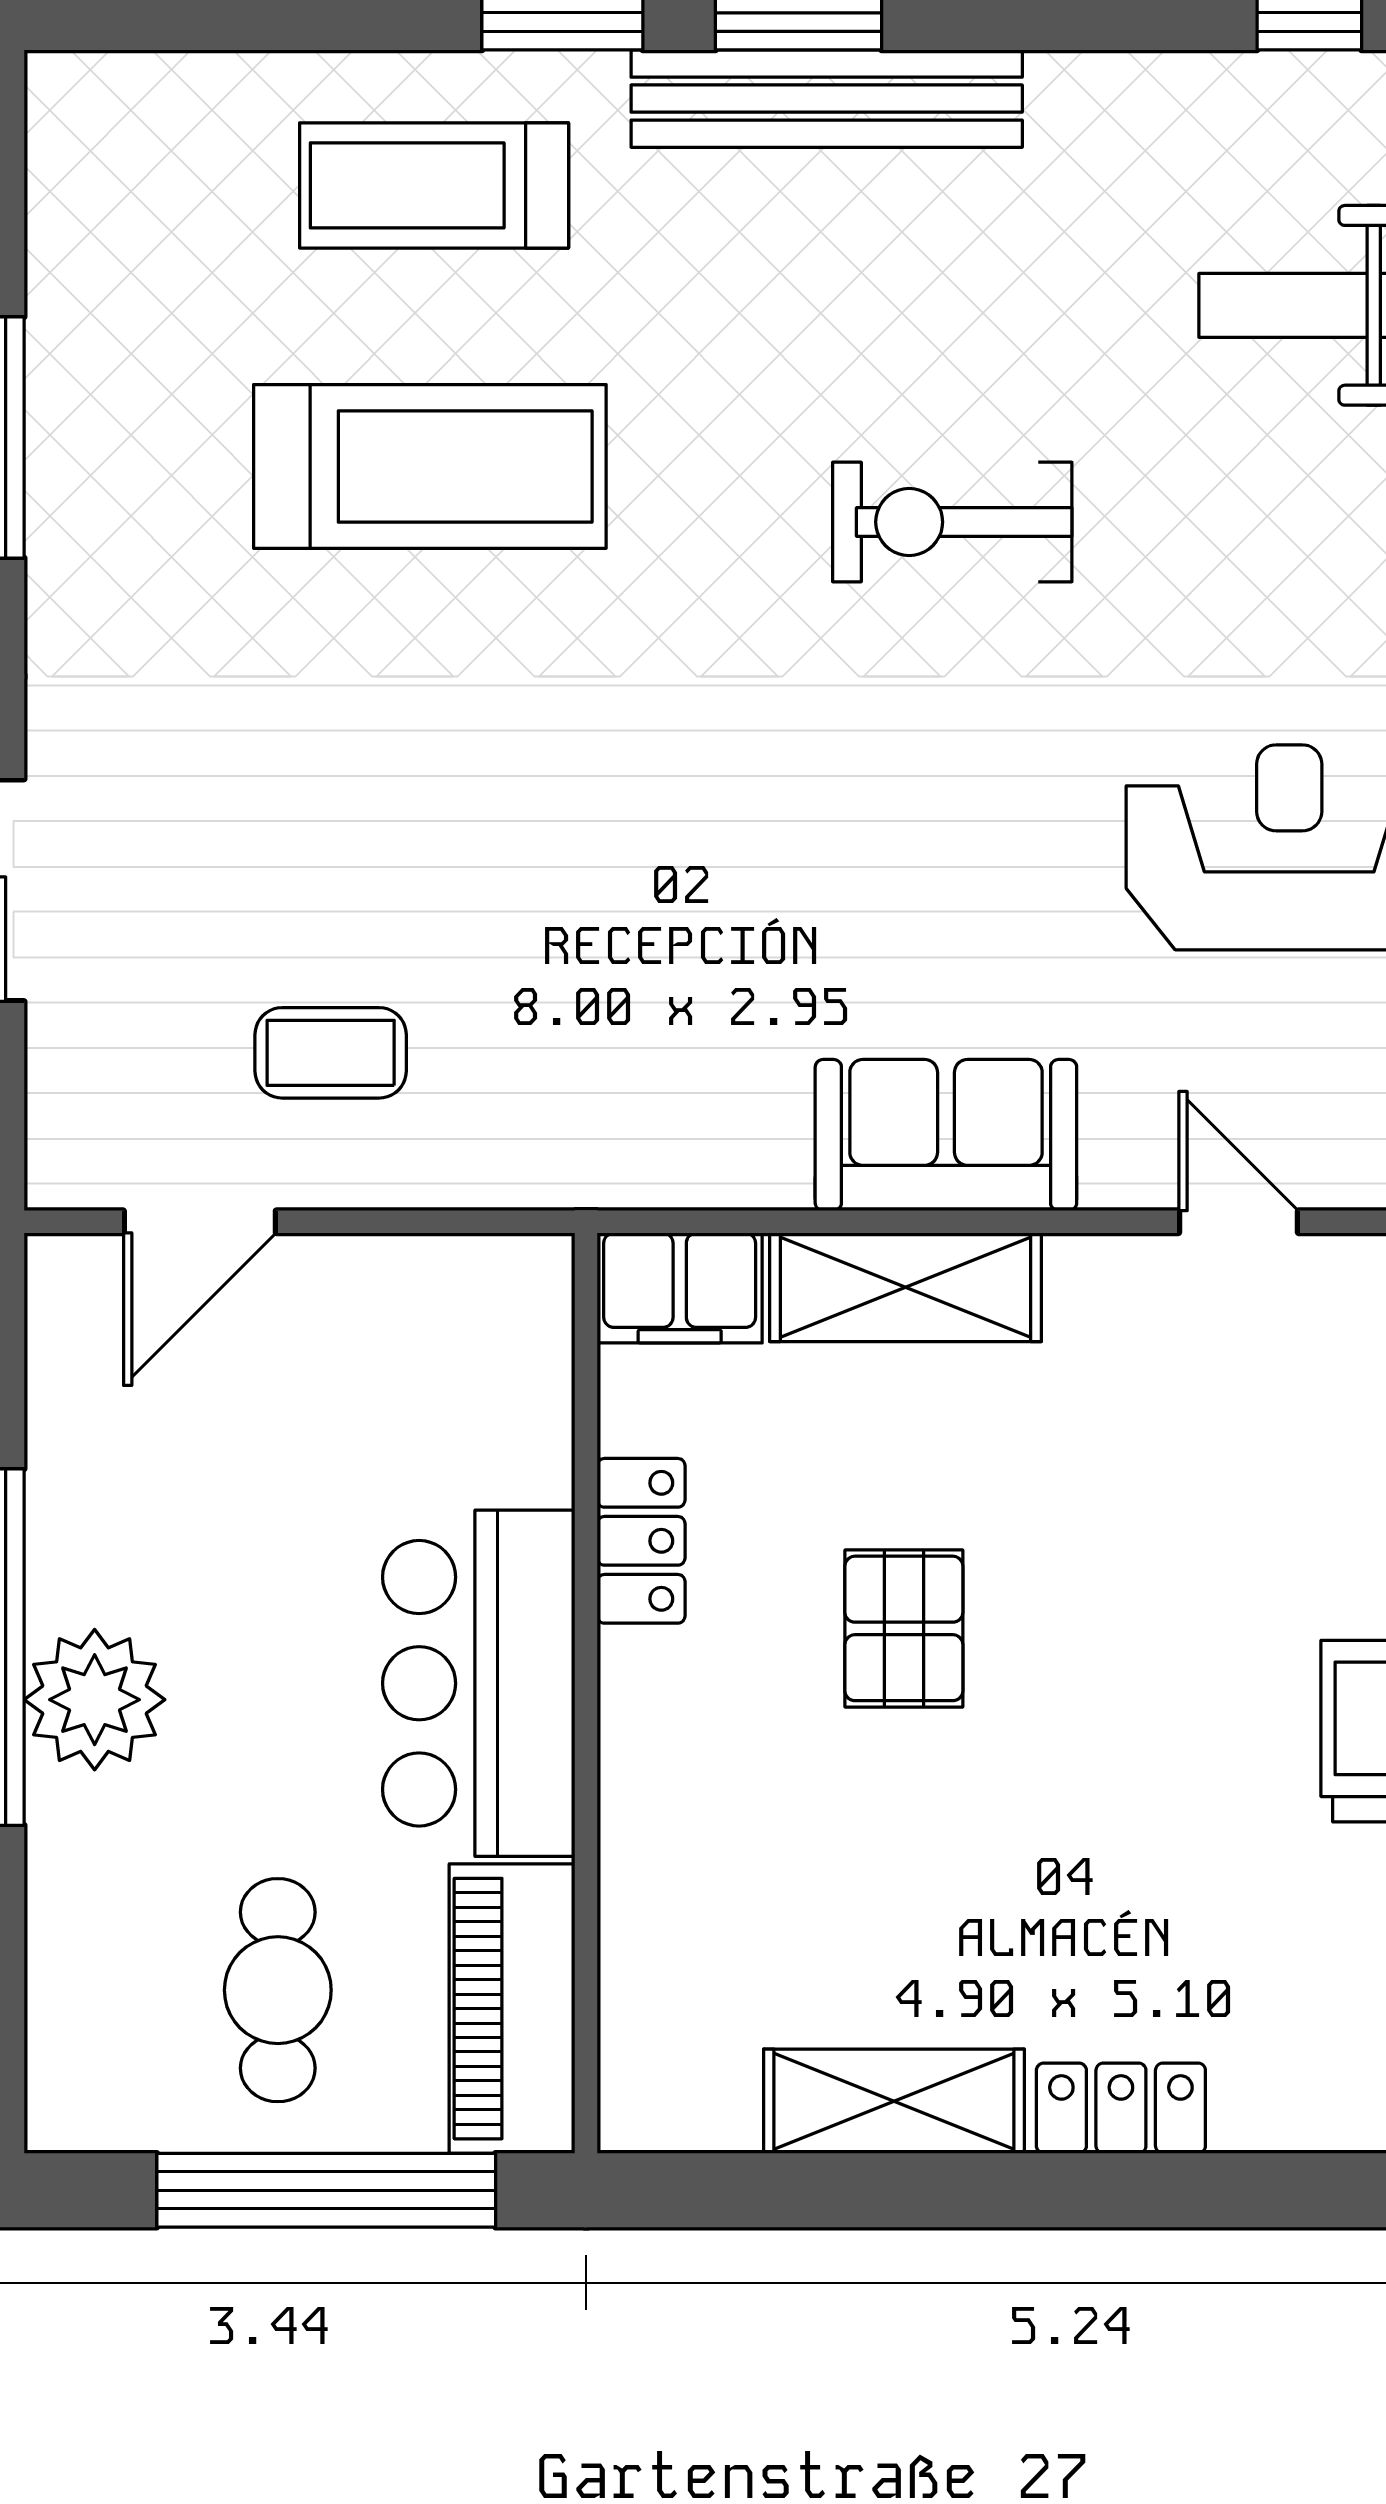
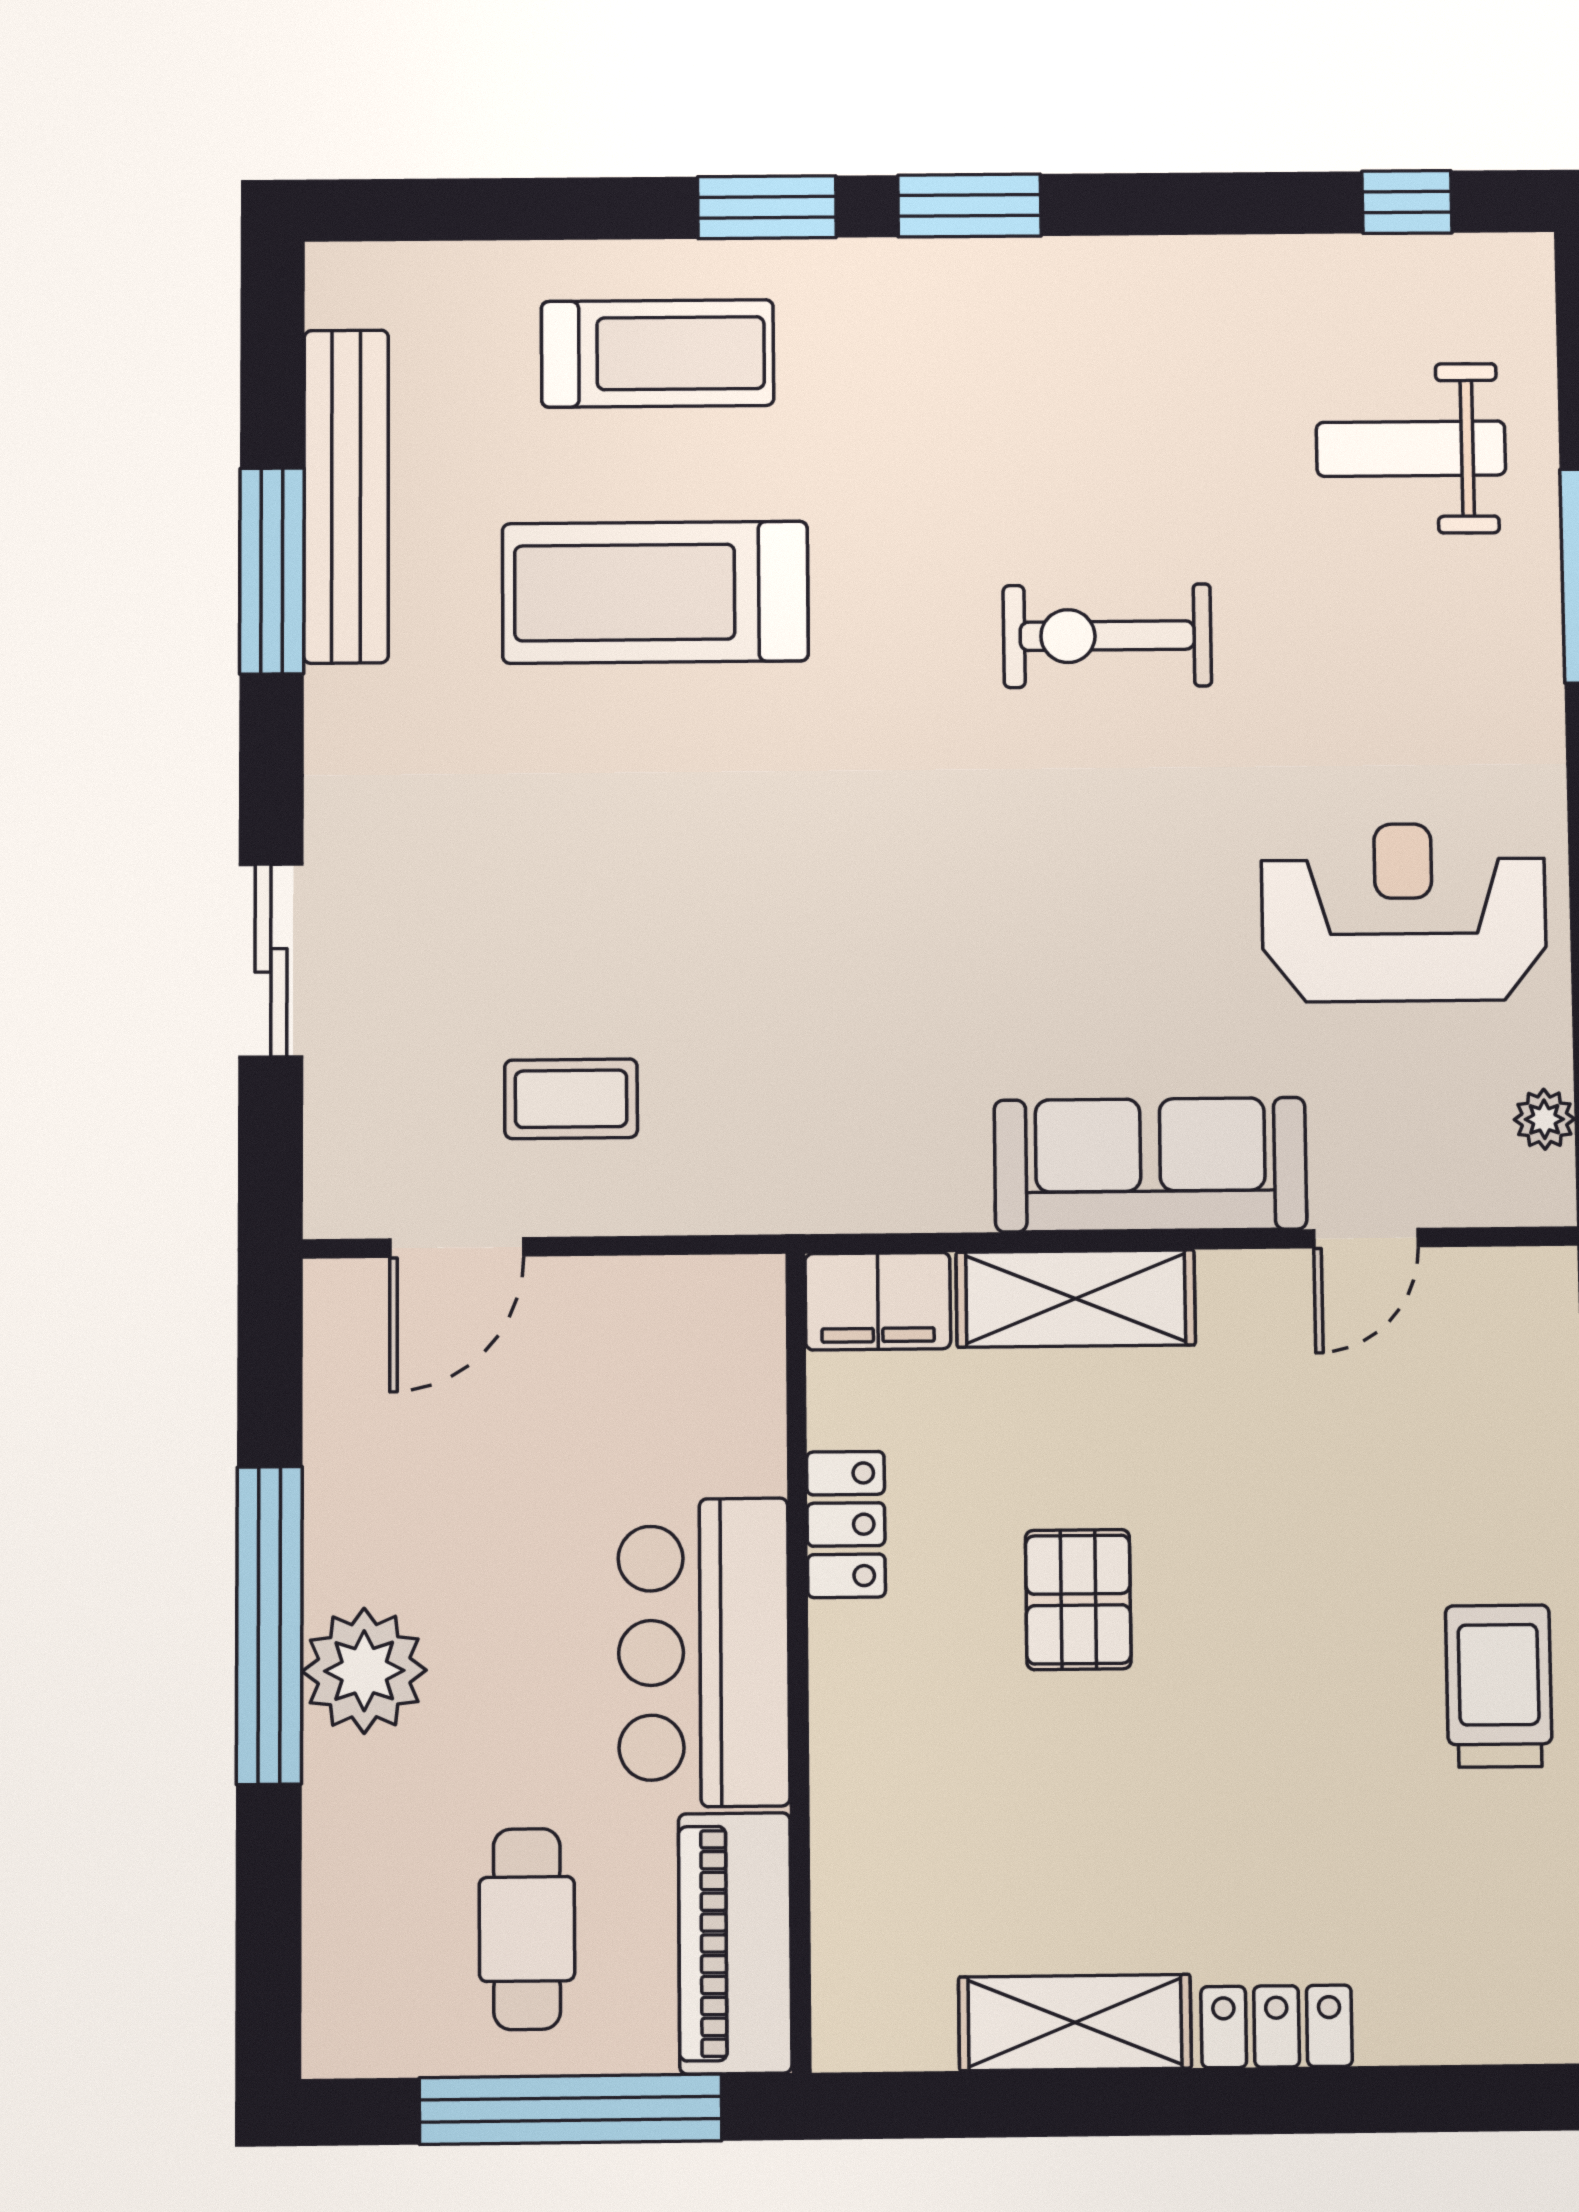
bench: (827, 99) -> (346, 496), moved, turned 90
treadmill: (434, 185) -> (657, 353), turned 180
treadmill: (430, 466) -> (655, 592), turned 180
sofa: (946, 1135) -> (1150, 1165), width x1.36
door: (1238, 1222) -> (1366, 1238), swing flipped

